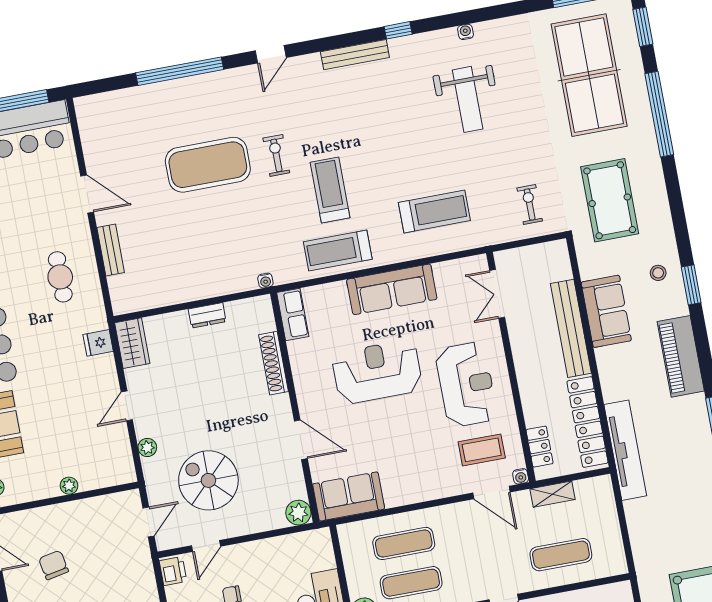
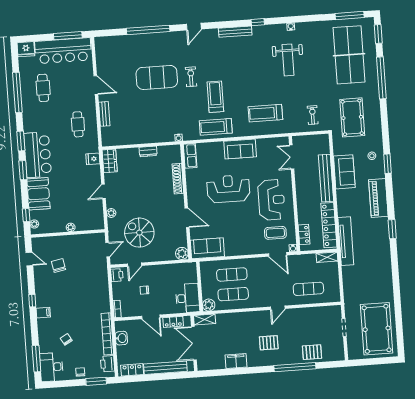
treadmill: (434, 212) -> (265, 113), turned 180
sofa: (392, 289) -> (240, 149), width x0.73
shelving: (552, 494) -> (327, 257), moved

